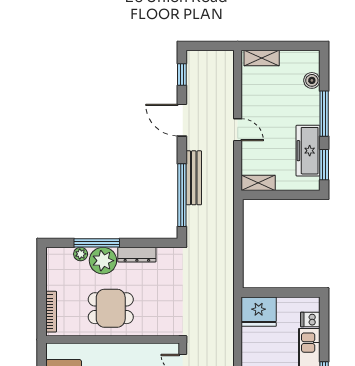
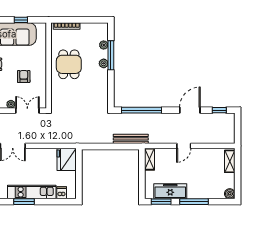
boiler: (312, 80) -> (230, 194), moved
bench: (194, 178) -> (131, 139), moved
dresser: (137, 255) -> (103, 81), removed
plant: (103, 261) -> (104, 63), width x0.53, depth x0.53

